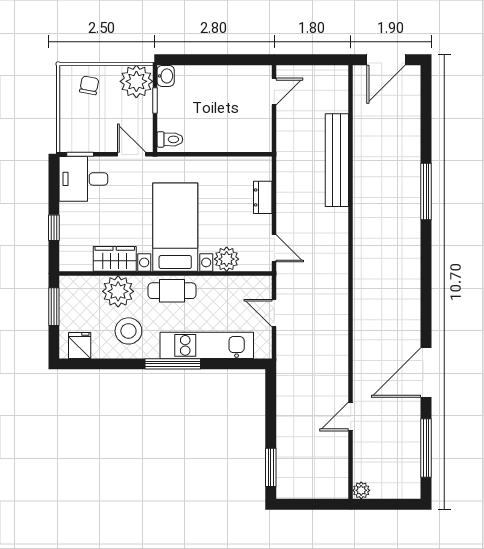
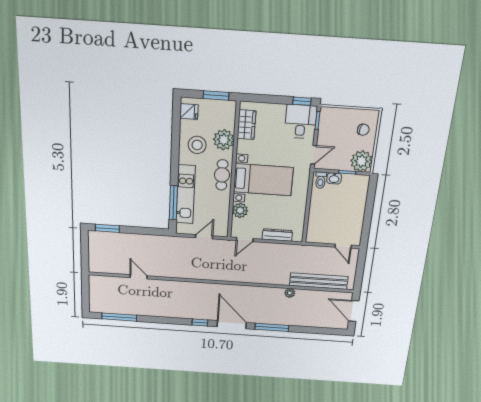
washbasin: (166, 76) -> (334, 178), moved
bench: (337, 160) -> (319, 281), moved
dresser: (263, 197) -> (277, 235), width x1.44
window: (54, 228) -> (302, 101), moved
wardrobe: (115, 259) -> (246, 125), moved
window: (426, 313) -> (200, 322), added
window: (173, 364) -> (173, 203), moved
door: (426, 373) -> (232, 325), moved
plant: (361, 490) -> (290, 293), moved

